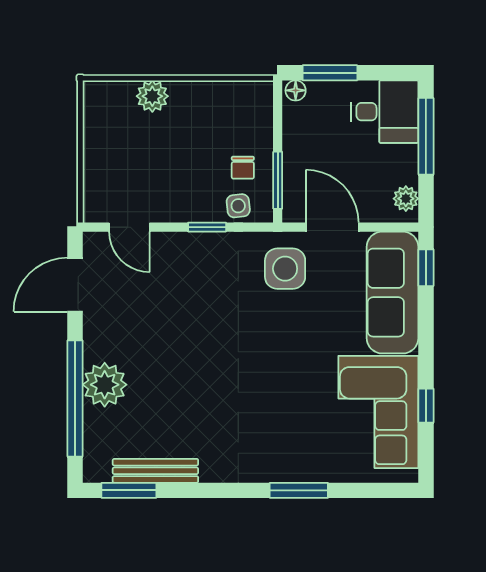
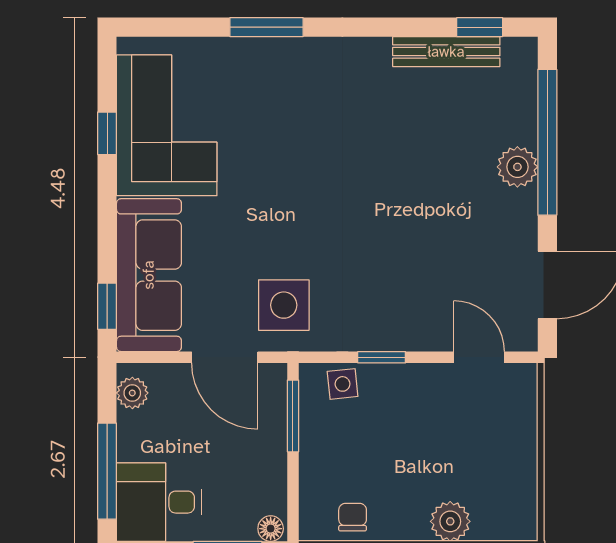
chair: (243, 168) -> (353, 517), moved
plant: (105, 385) -> (517, 167), width x0.73, depth x0.73
window: (129, 490) -> (480, 27), width x0.67

